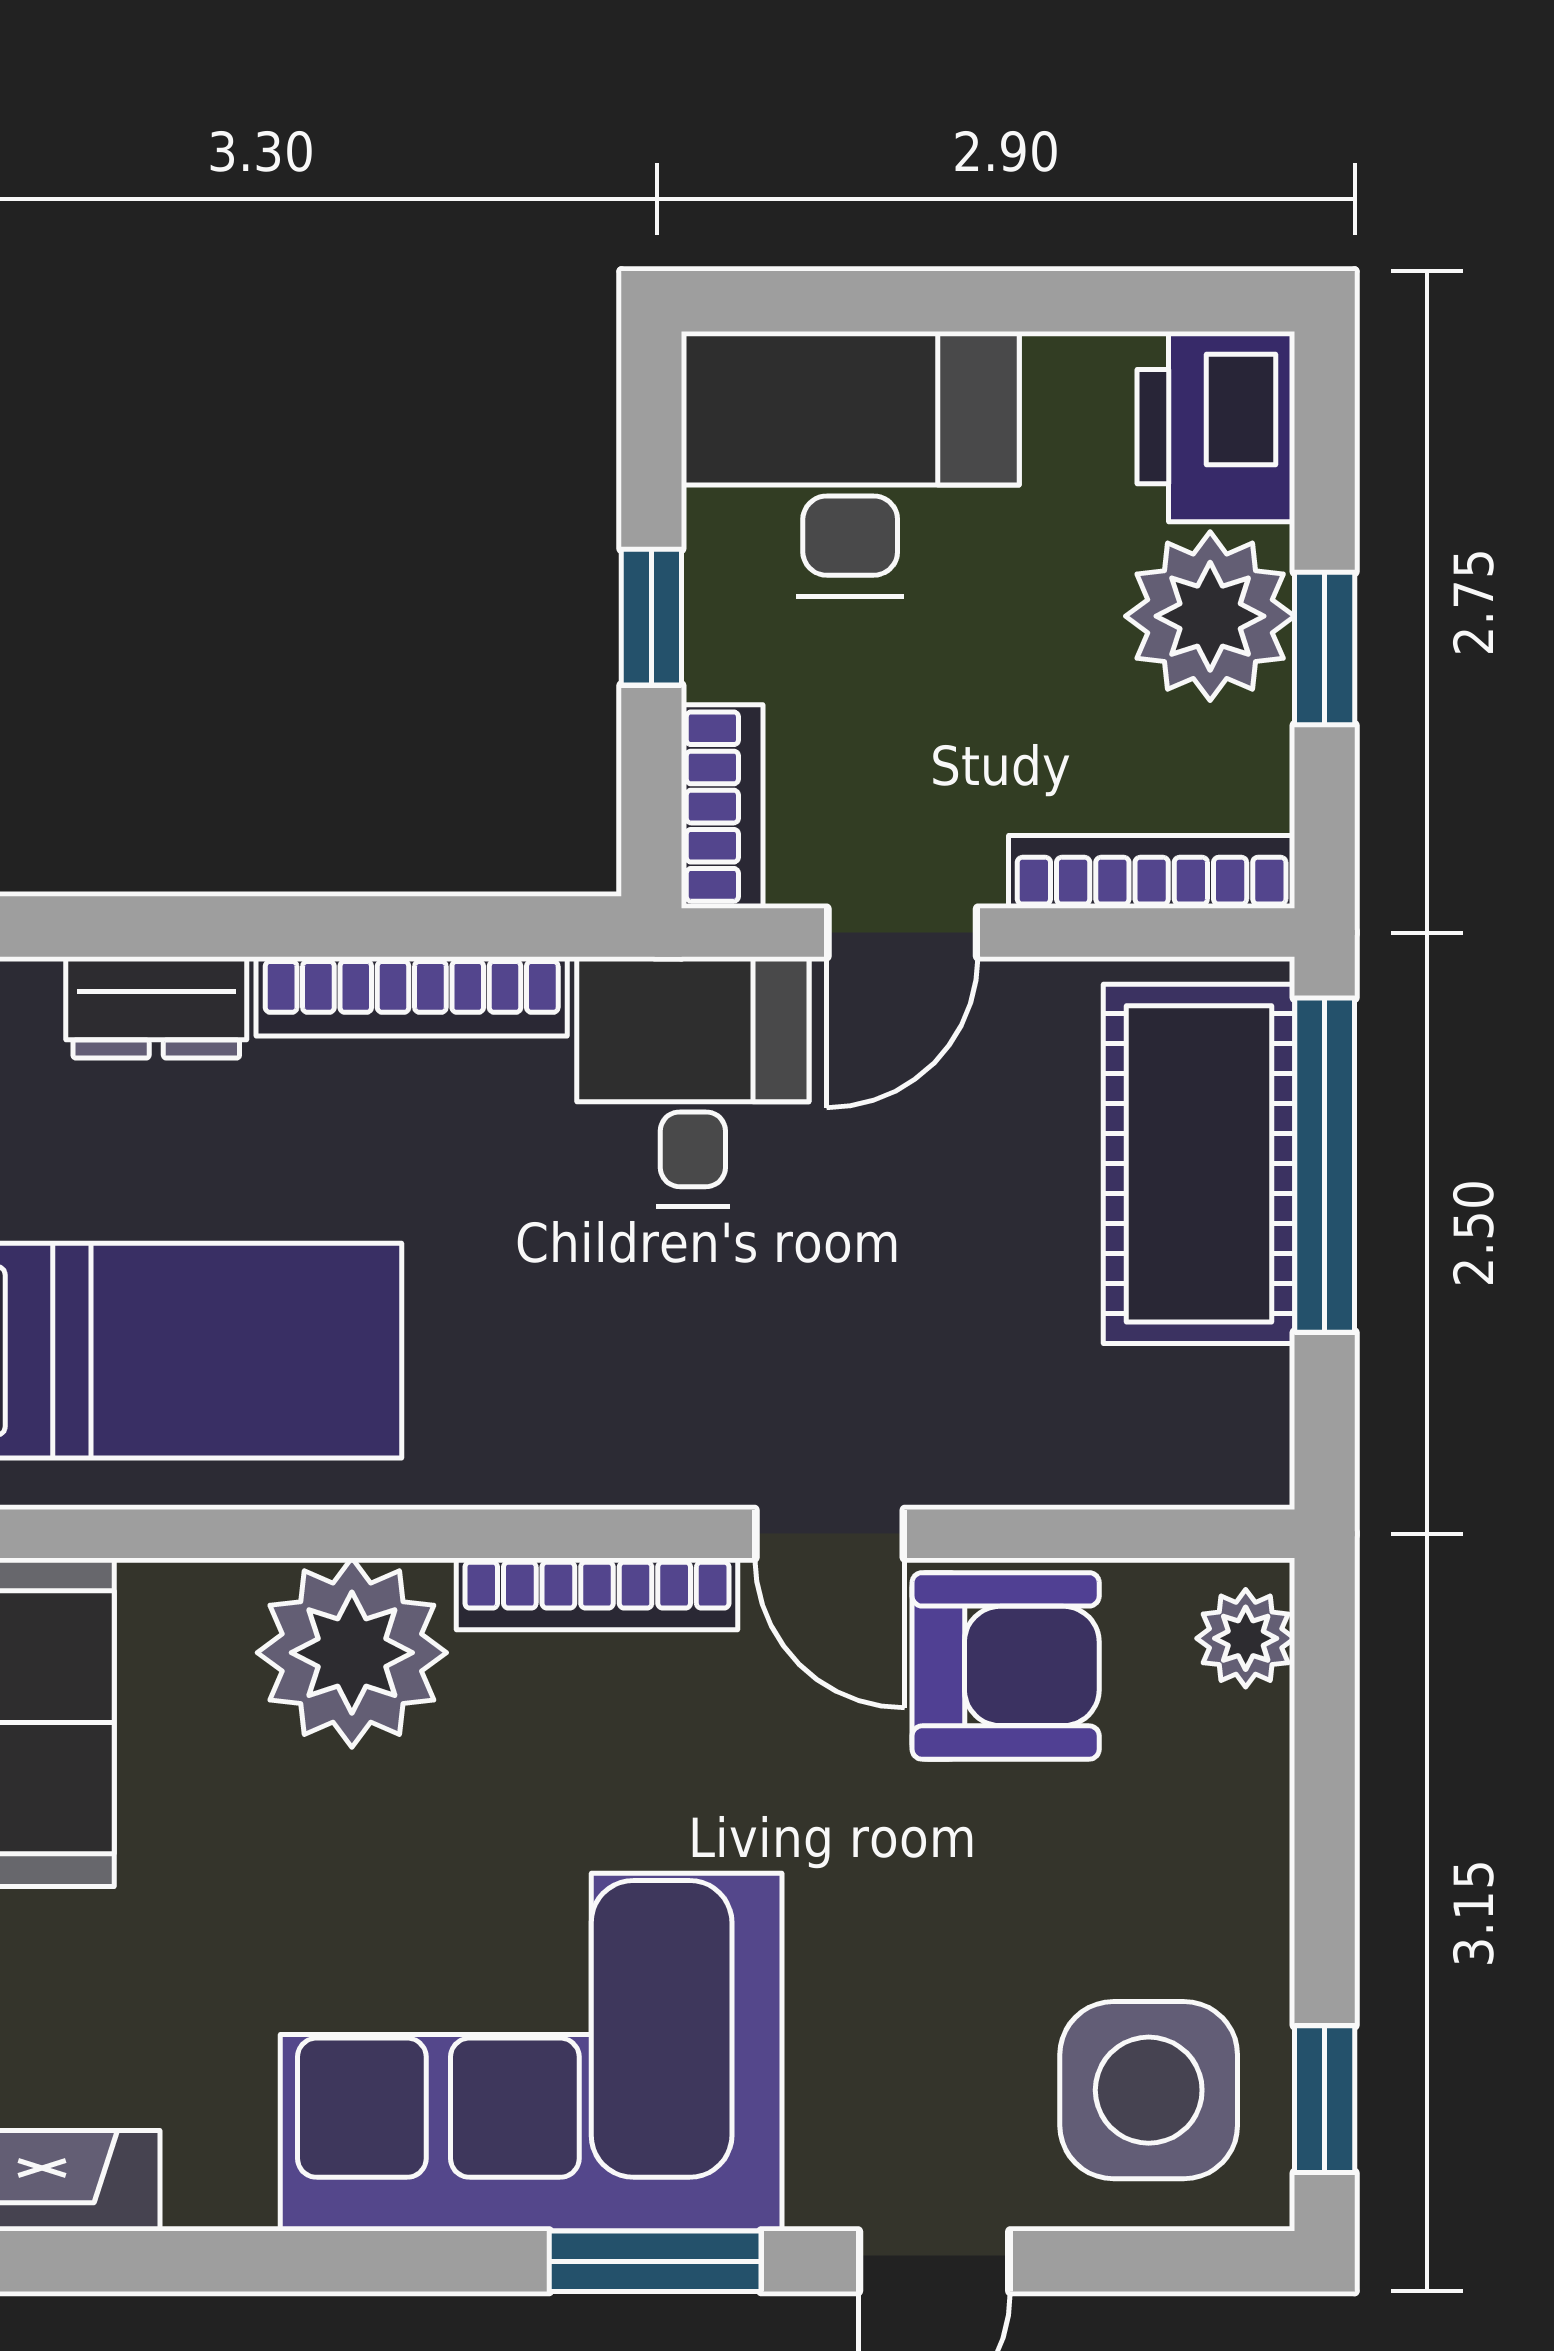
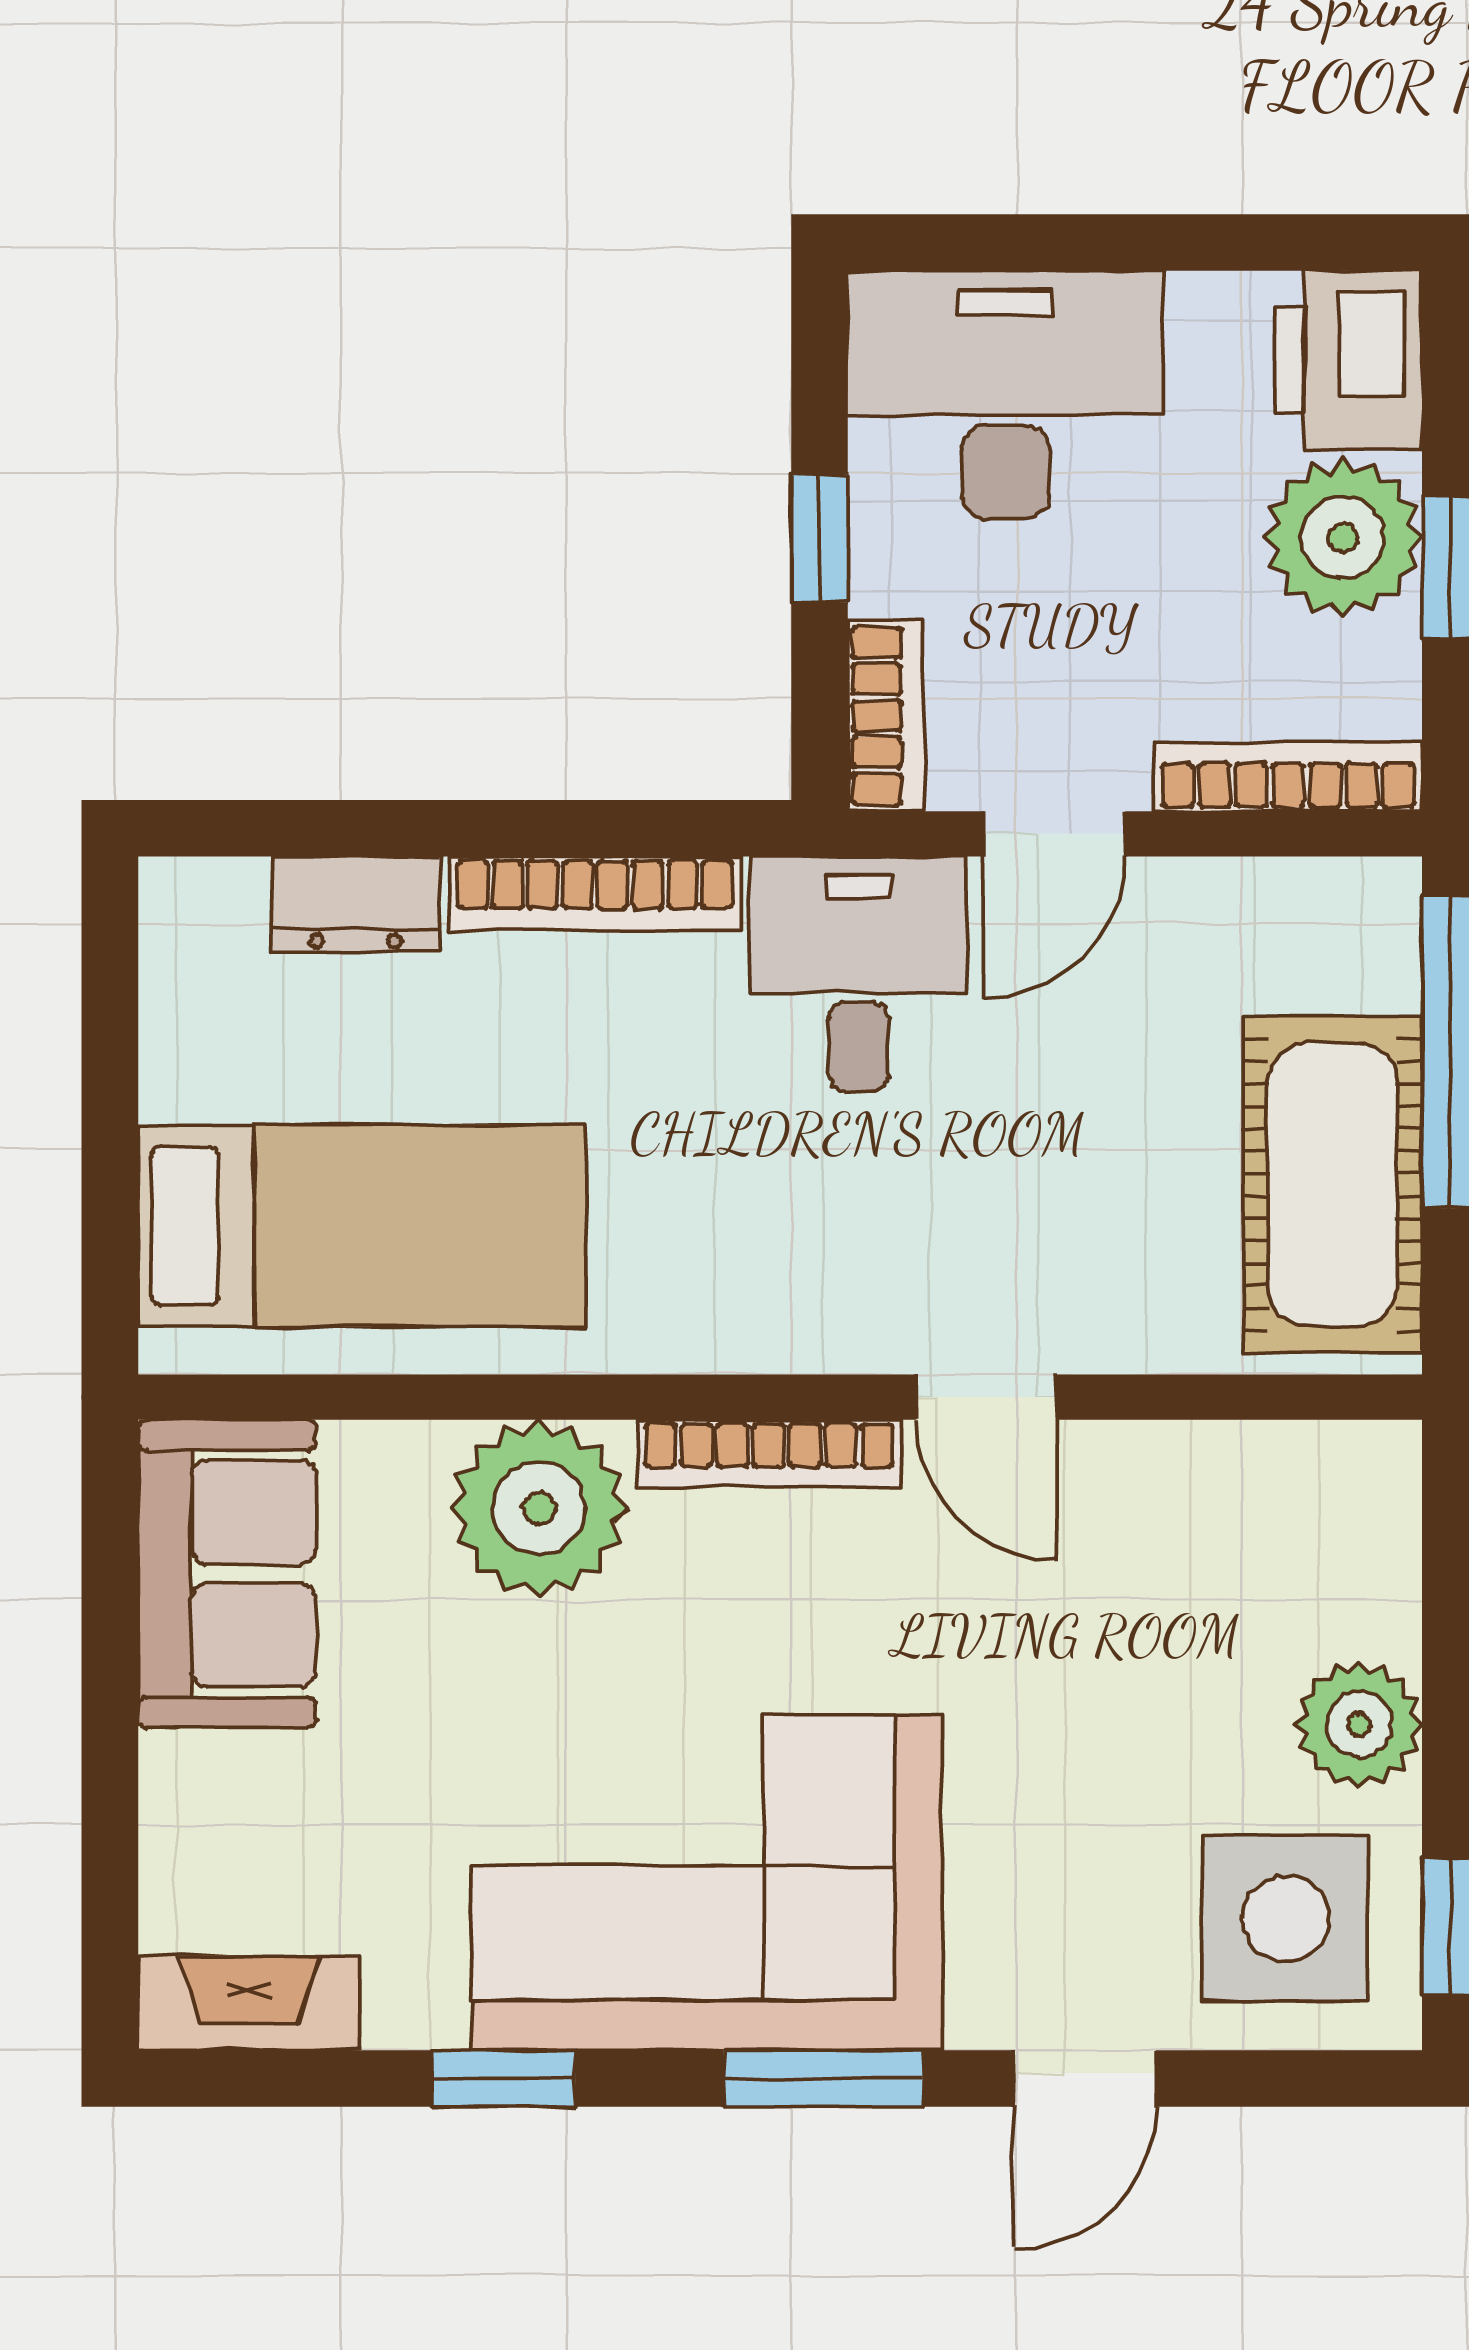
cot: (1199, 1164) -> (1333, 1185), moved
plant: (1246, 1638) -> (1359, 1724), moved, width x1.38, depth x1.38
armchair: (1006, 1666) -> (1151, 1521), removed
window: (314, 2261) -> (504, 2079), added

